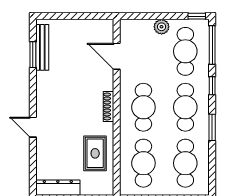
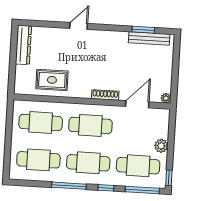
plant: (108, 25) -> (166, 98), added
shoe rack: (108, 106) -> (105, 95), moved
window: (212, 127) -> (69, 186), width x1.44

